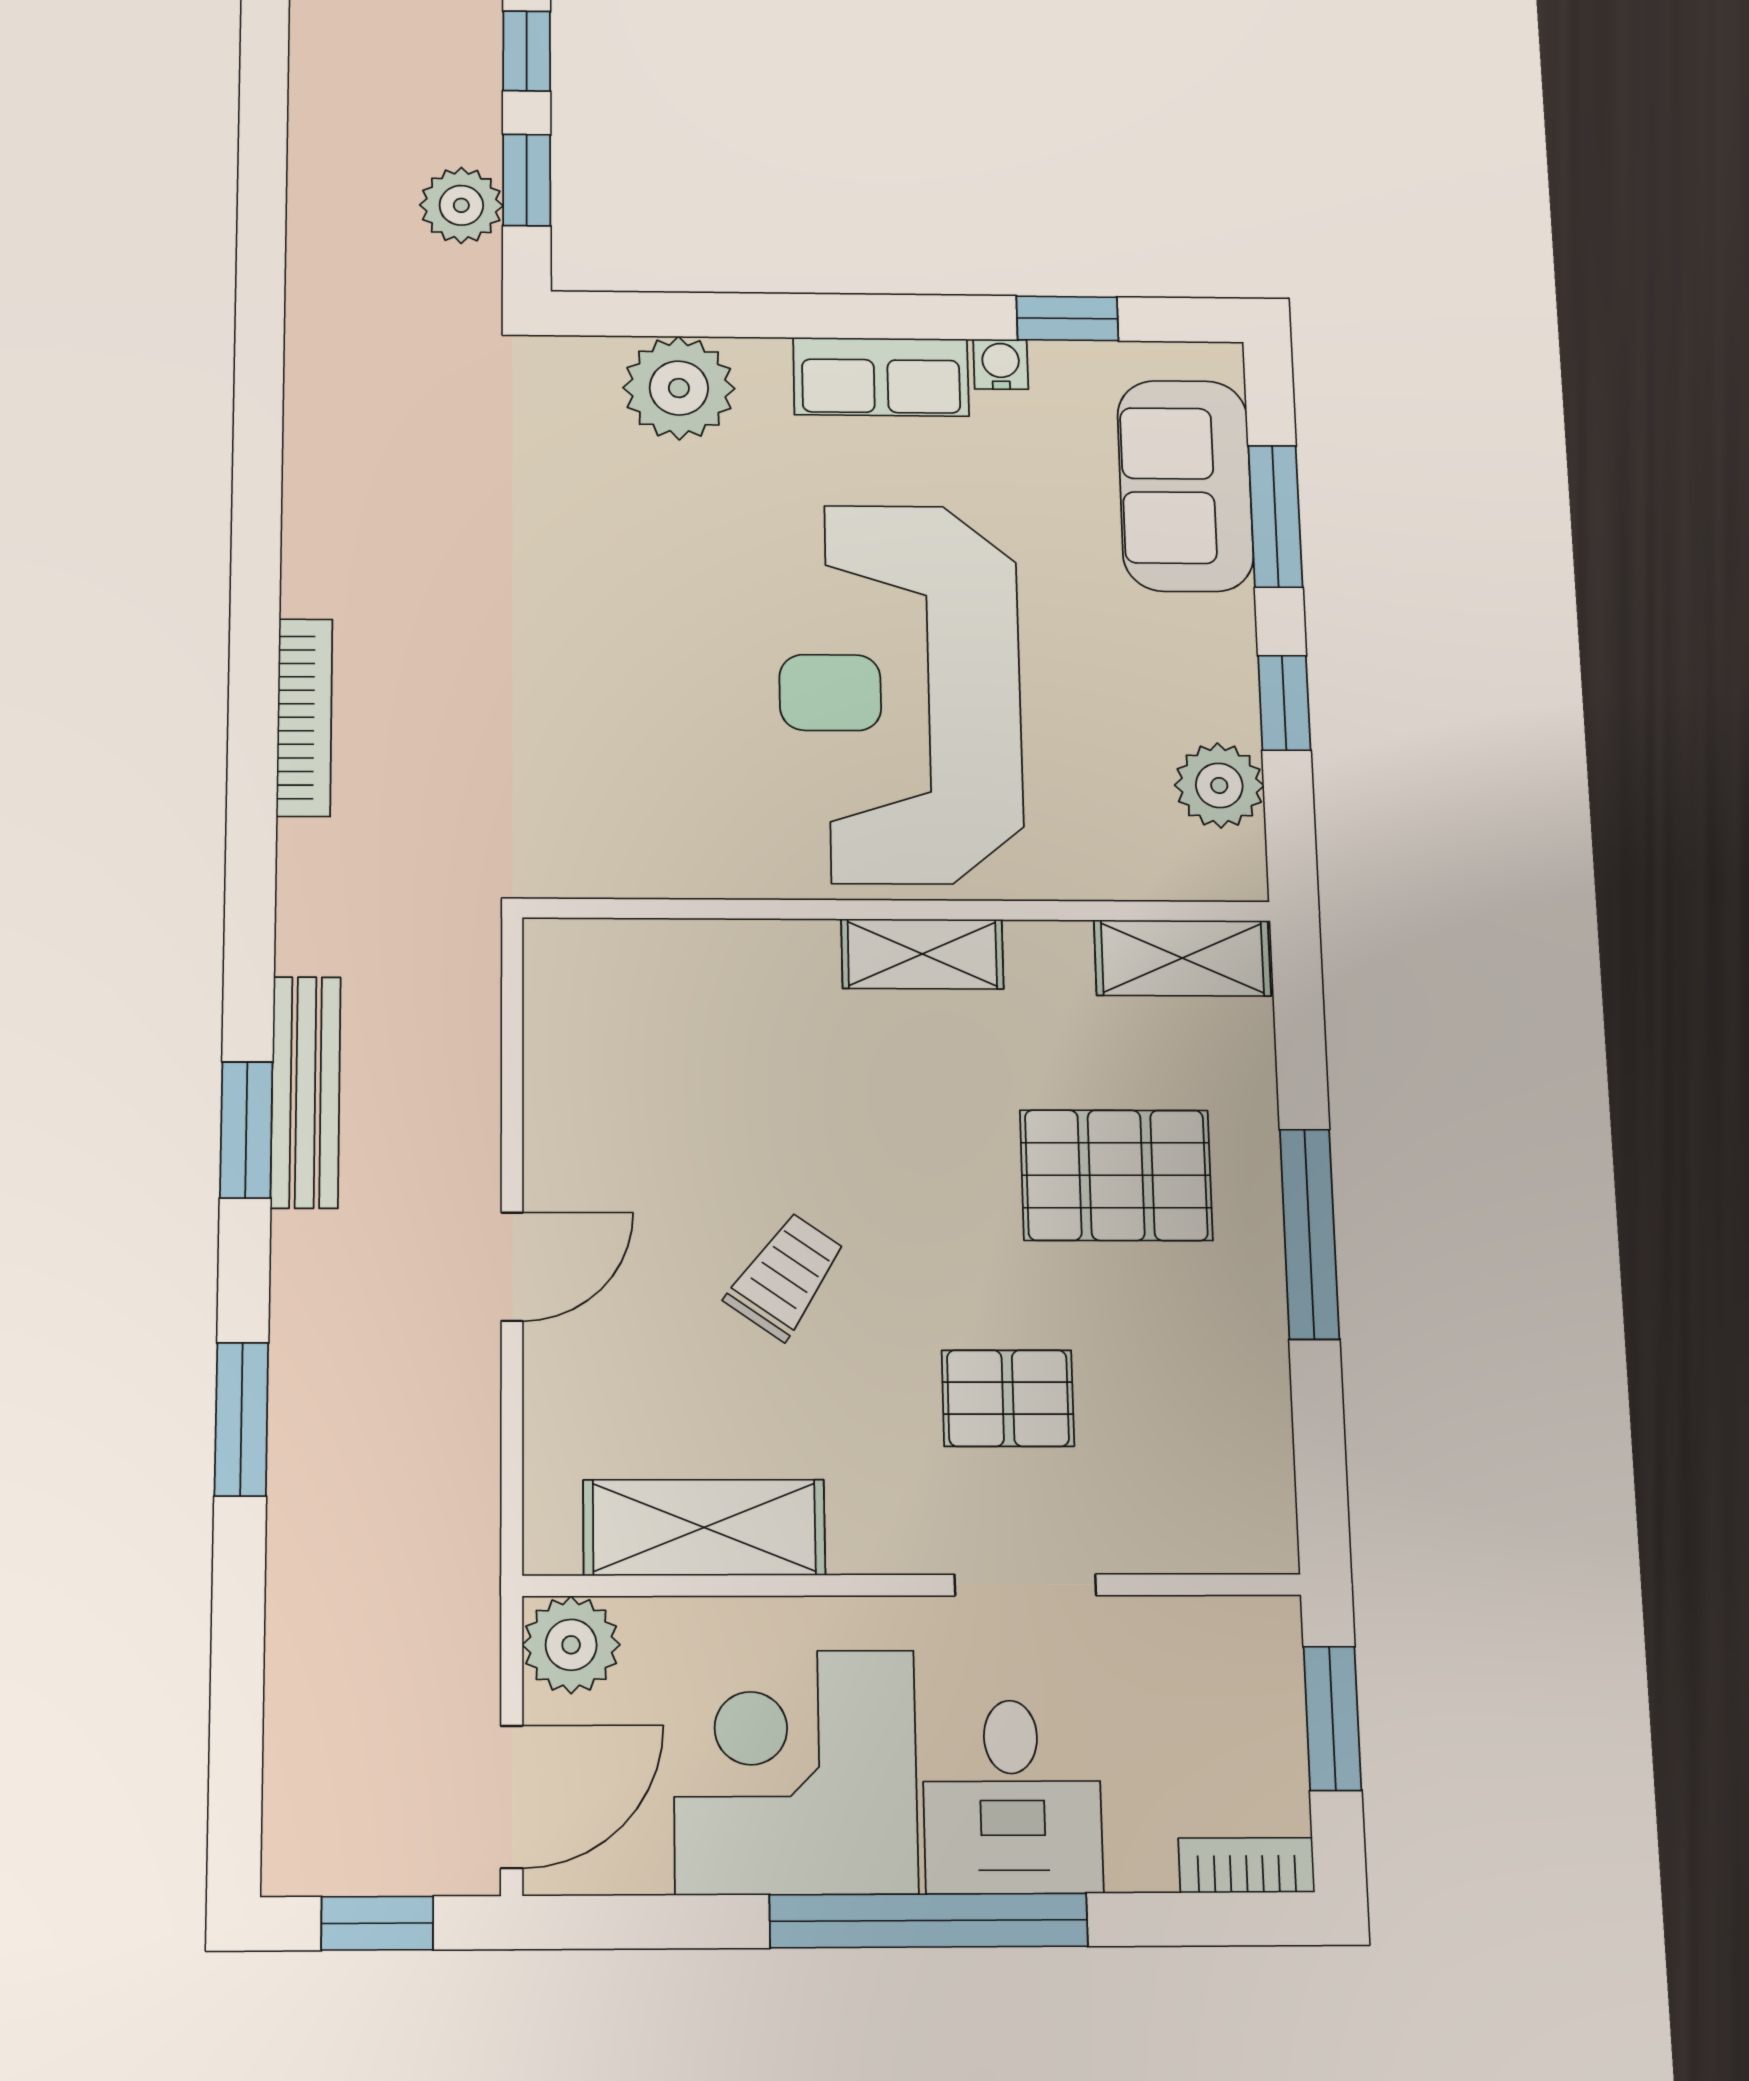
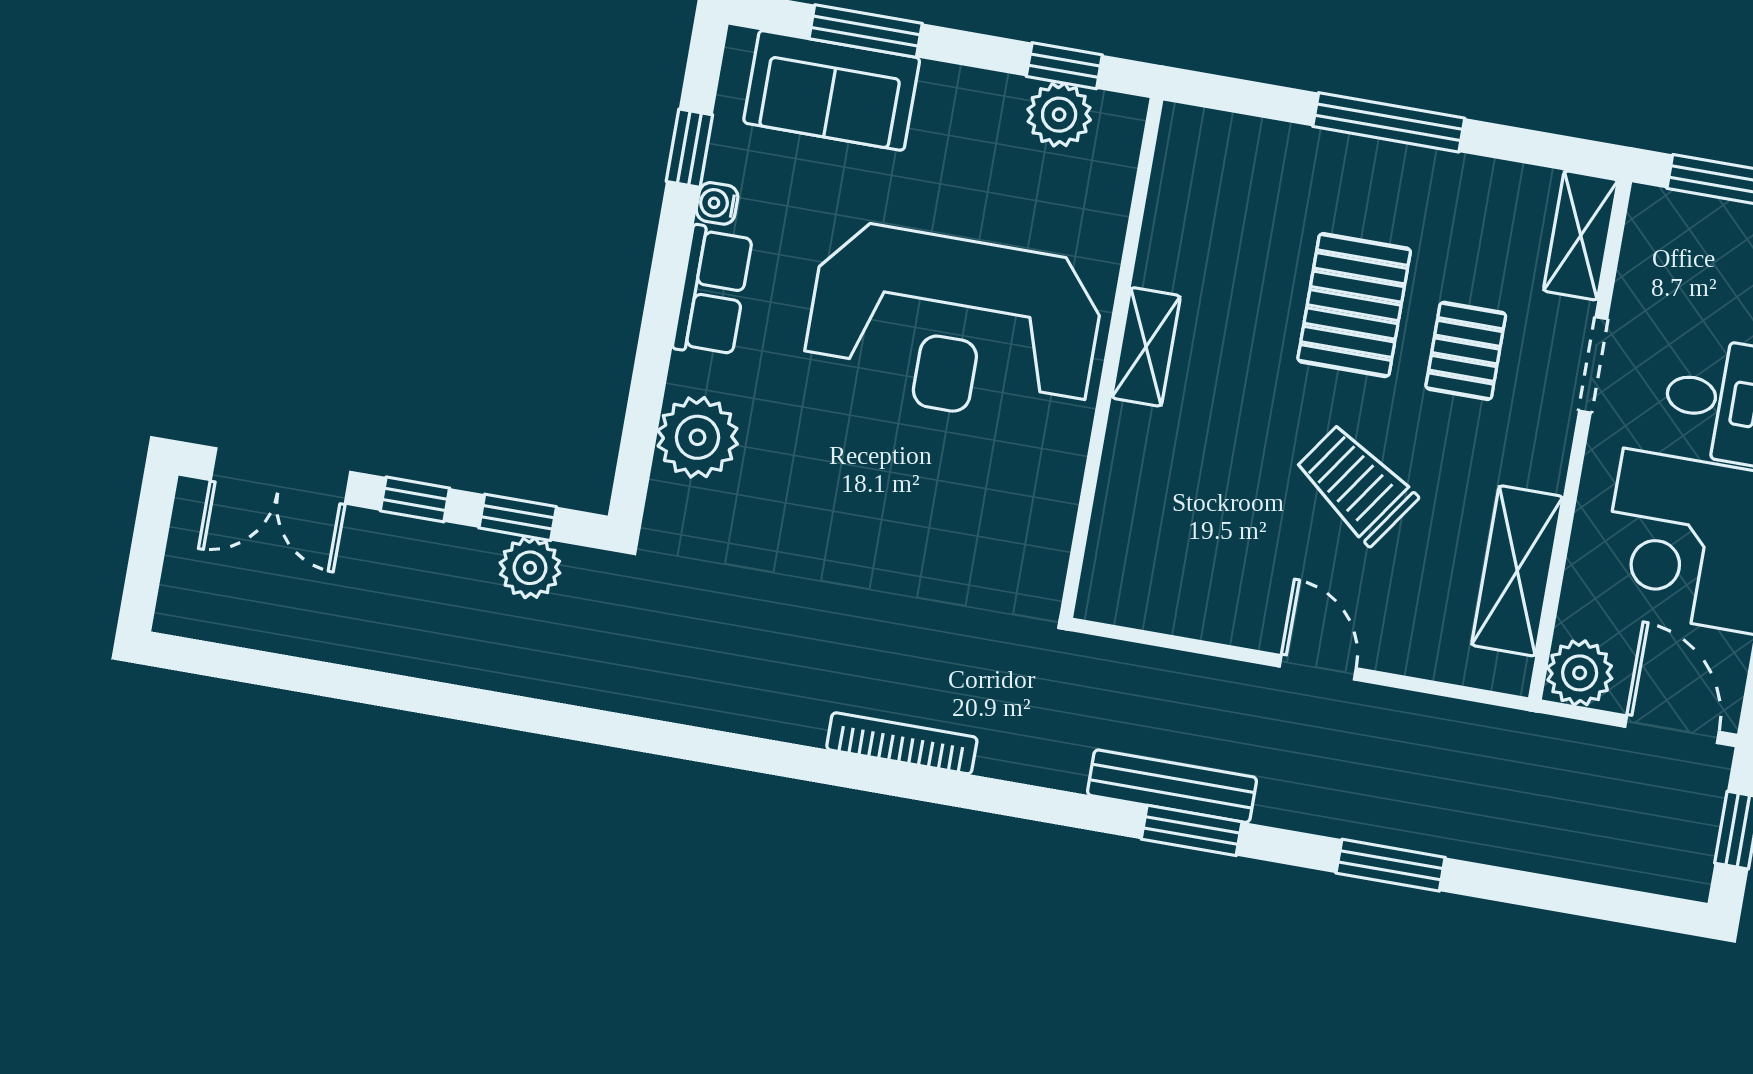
window: (1284, 703) -> (1064, 66), moved
shelving: (1182, 958) -> (1581, 235), moved
pallet: (1116, 1175) -> (1354, 305), moved
trolley: (786, 1276) -> (1356, 484), width x1.36, depth x1.39

